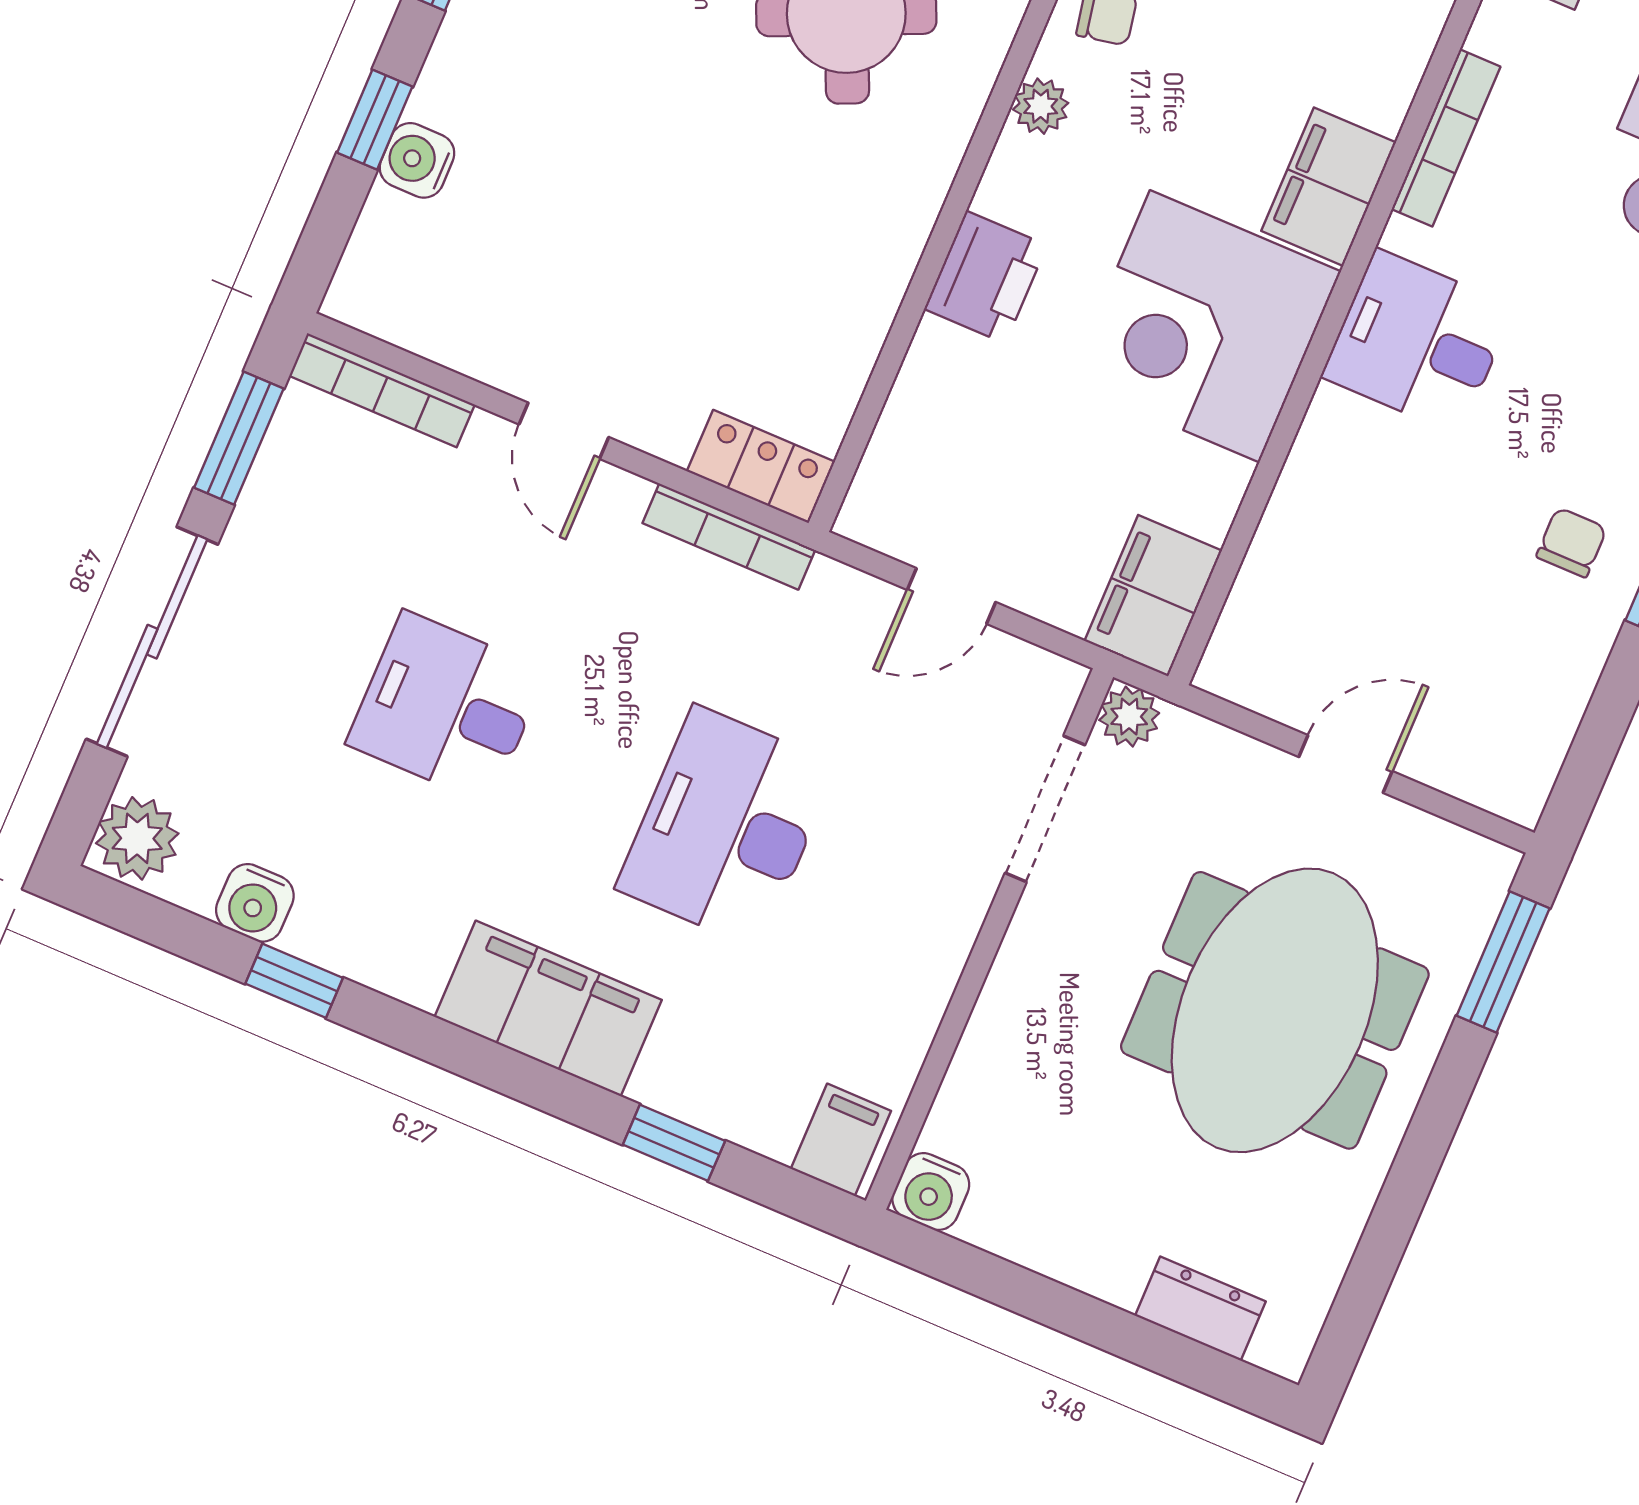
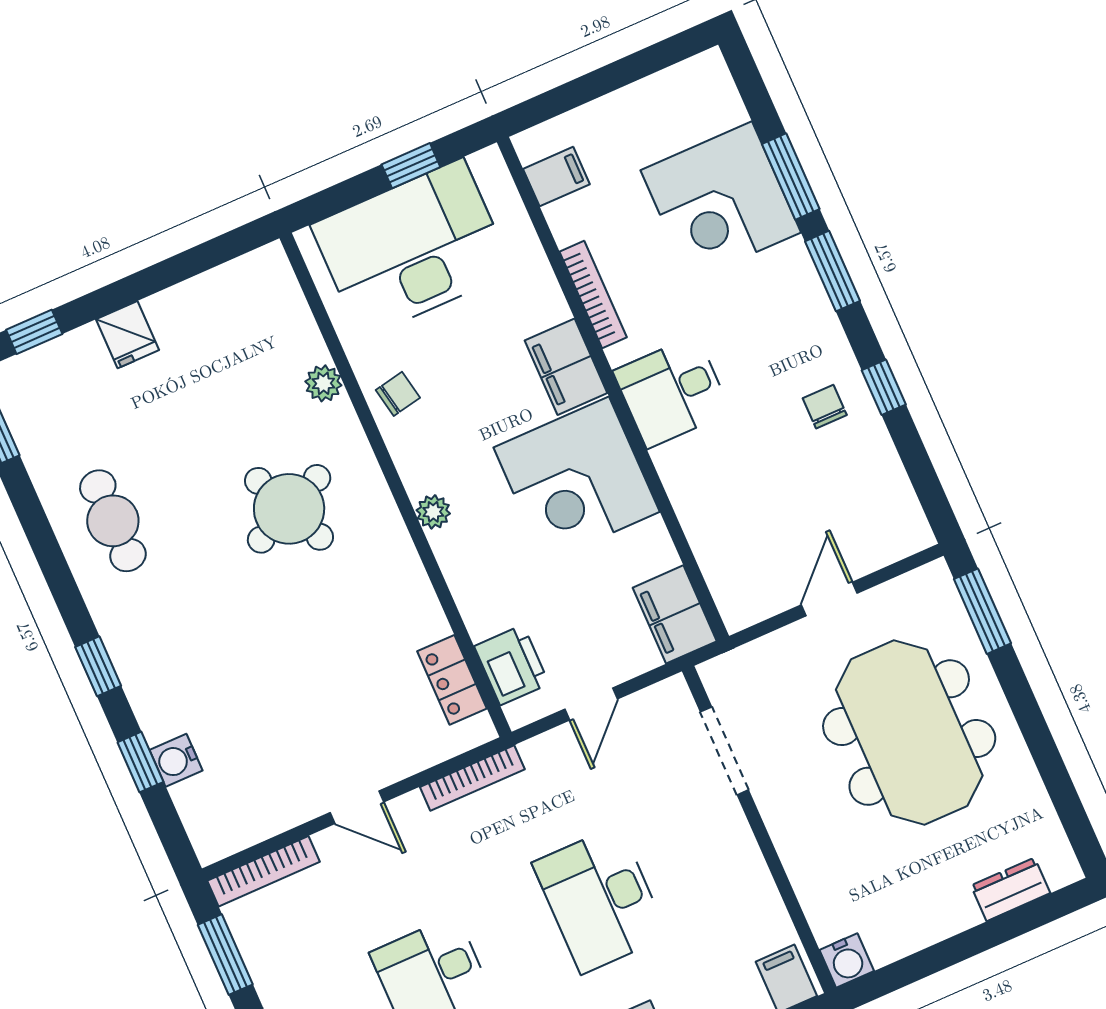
plant: (1041, 106) -> (433, 512), moved
printer: (986, 277) -> (512, 665), moved
locker: (761, 466) -> (452, 680), moved, turned -90
plant: (1129, 717) -> (718, 675), removed

